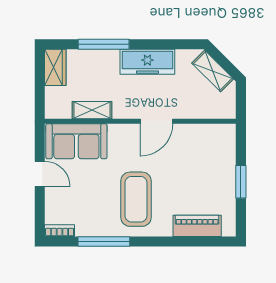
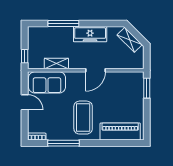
wardrobe: (55, 67) -> (34, 38), removed
window: (40, 98) -> (25, 56), added
window: (241, 182) -> (147, 88), moved
piano: (197, 226) -> (120, 132), width x1.37, depth x1.33

